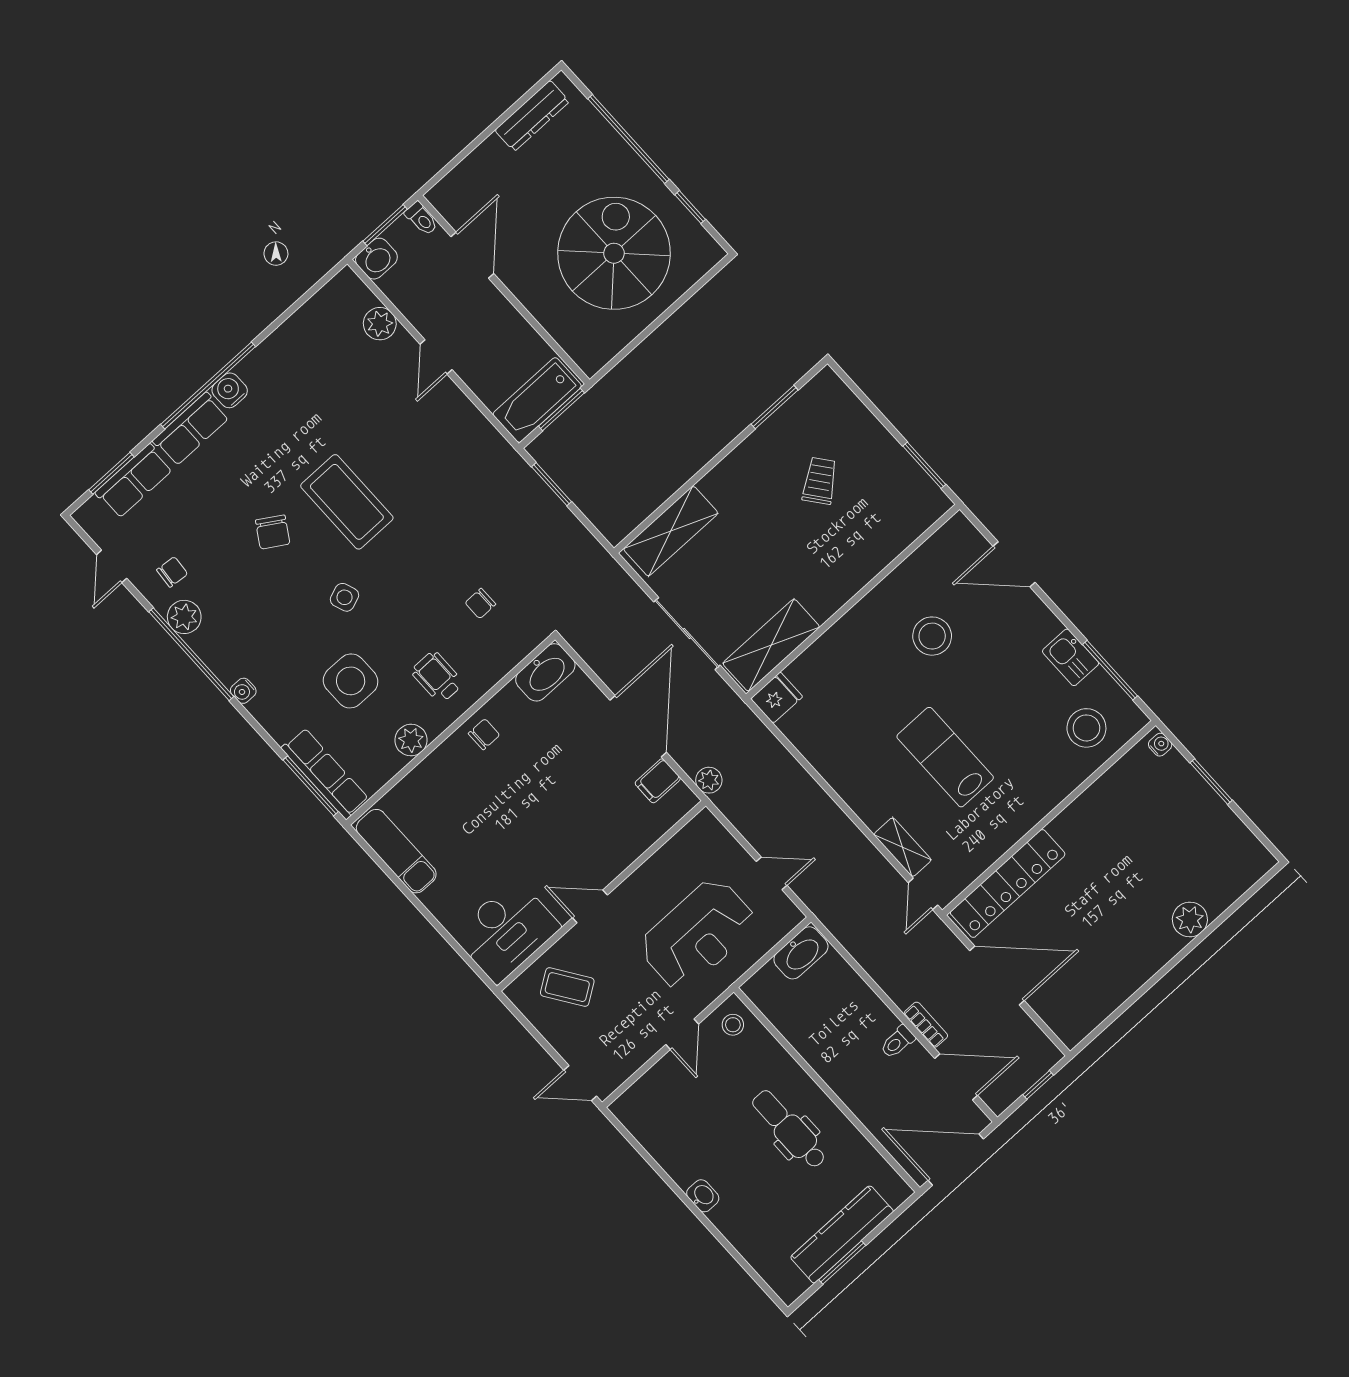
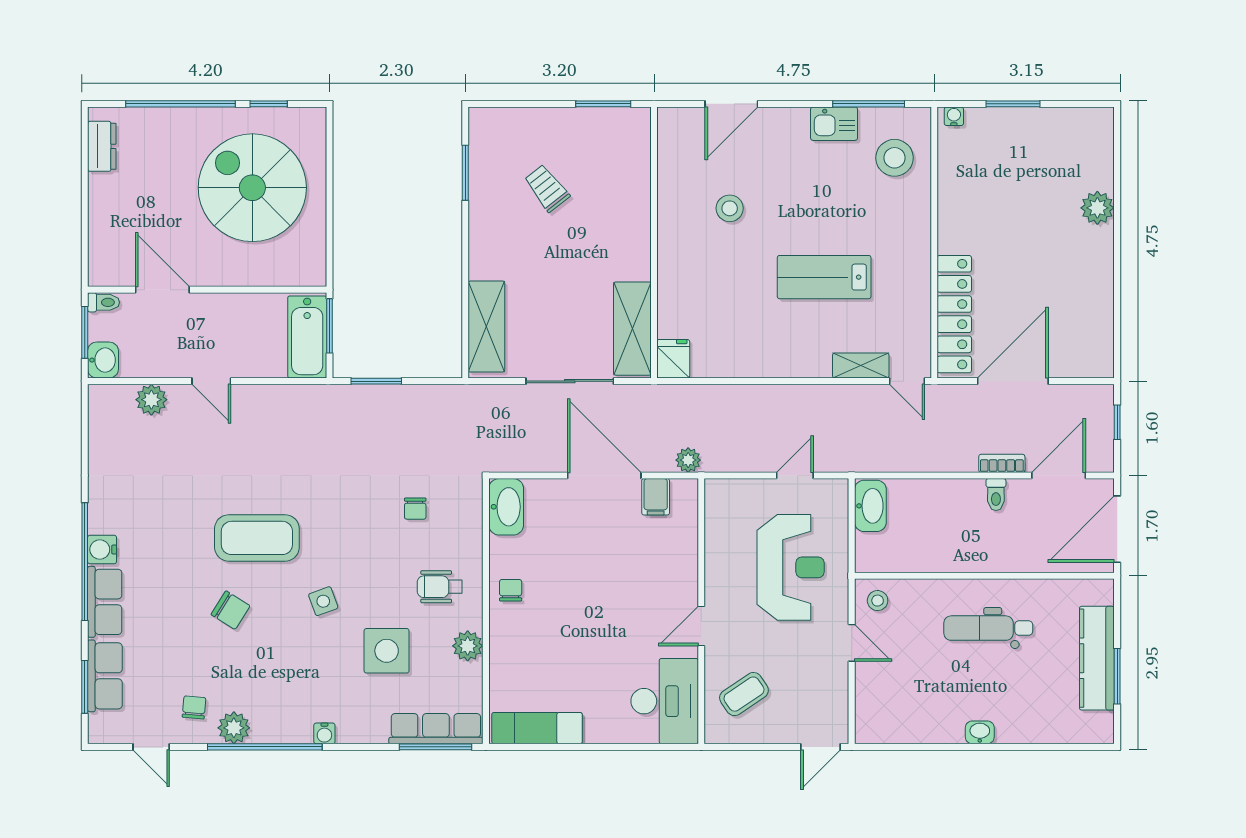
dresser: (532, 116) -> (102, 146), width x0.70
stool: (932, 636) -> (730, 208), width x0.73, depth x0.73

